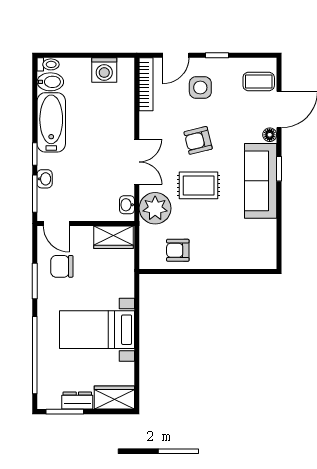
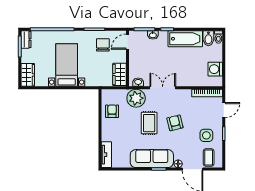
door: (176, 55) -> (224, 110), swing flipped
side table: (200, 88) -> (206, 135), moved
double door: (137, 162) -> (163, 88), swing flipped
tv unit: (254, 260) -> (106, 155), added
dresser: (77, 401) -> (26, 40), moved

